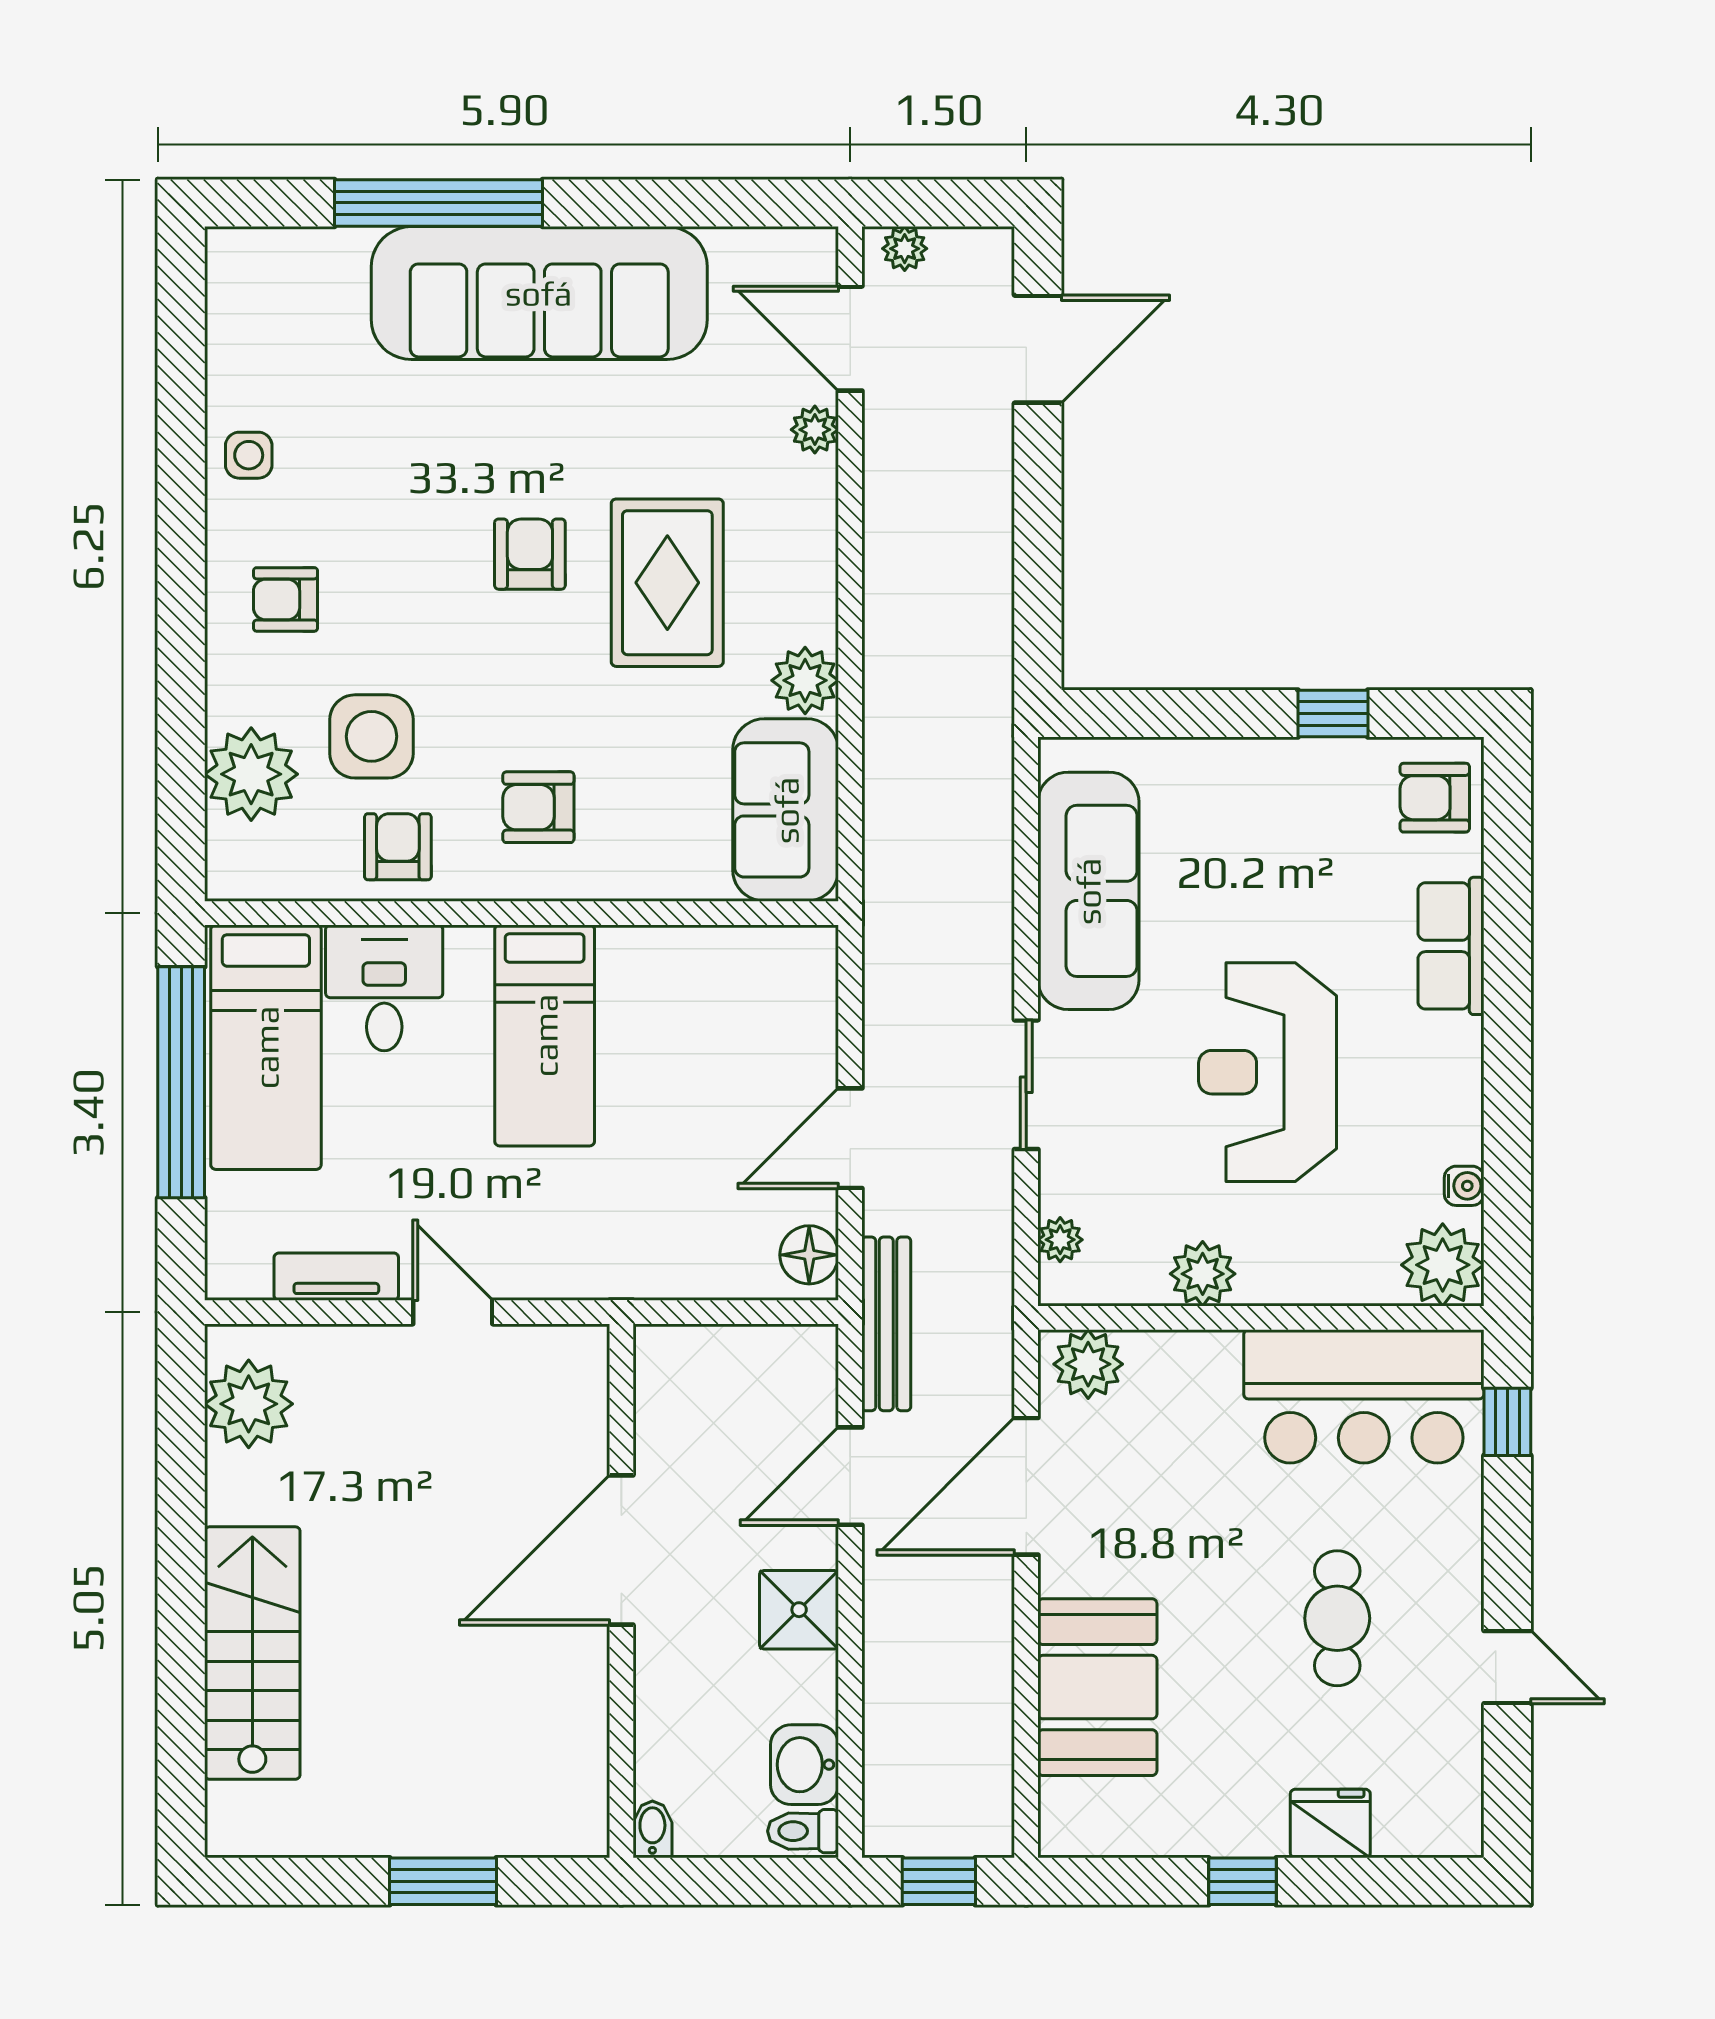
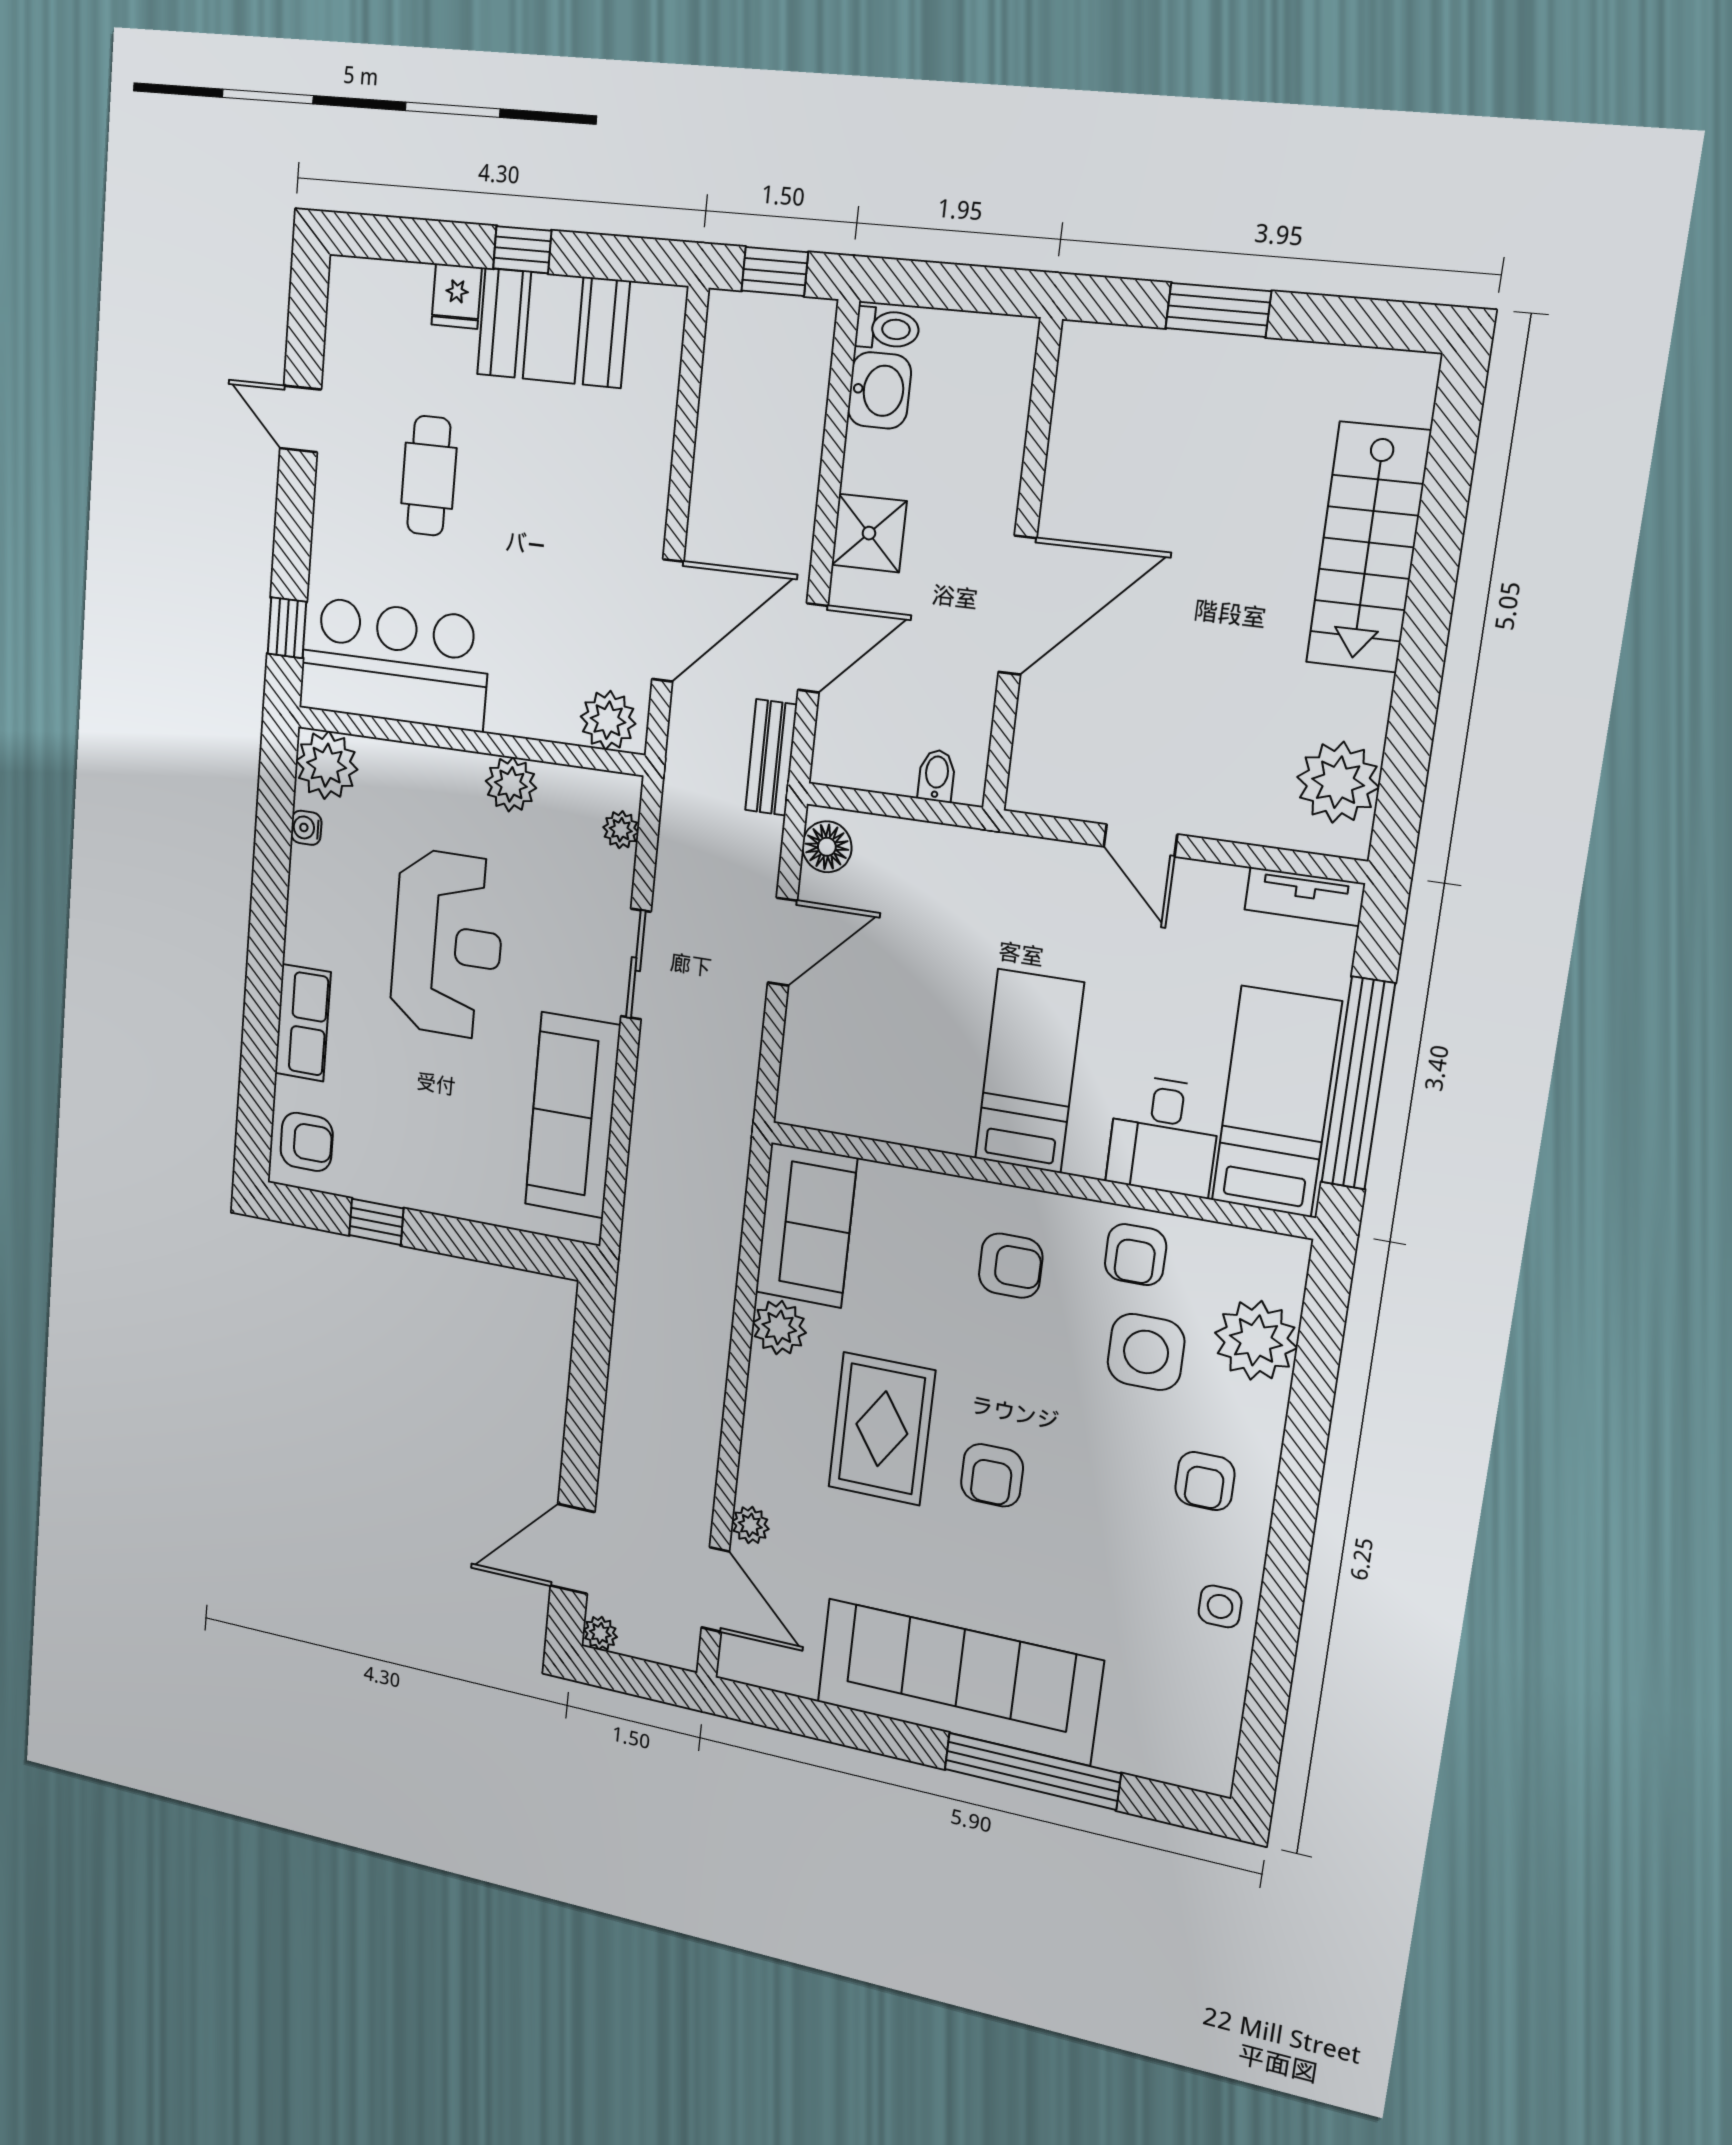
plant: (905, 249) -> (600, 1633), moved
armchair: (285, 599) -> (1205, 1481), turned 90
tv unit: (336, 1277) -> (1305, 897), moved
bench: (886, 1324) -> (771, 757), width x0.73
booth: (1097, 1687) -> (553, 328), moved, turned 90
fridge: (1330, 1823) -> (457, 296), width x0.72
bidet: (652, 1829) -> (937, 776), moved, turned 180

